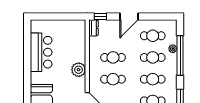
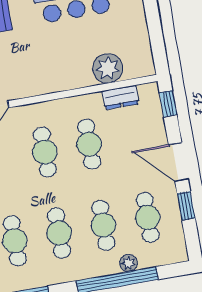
window: (150, 17) -> (186, 206), added
dresser: (93, 28) -> (121, 97), moved
plant: (79, 70) -> (108, 68), moved

